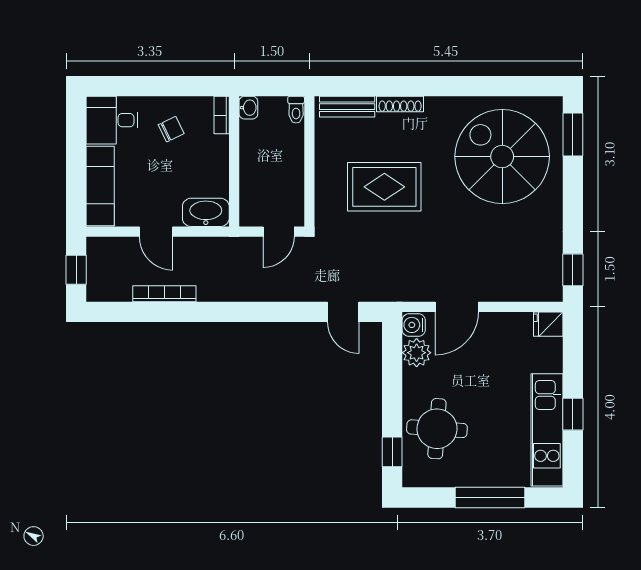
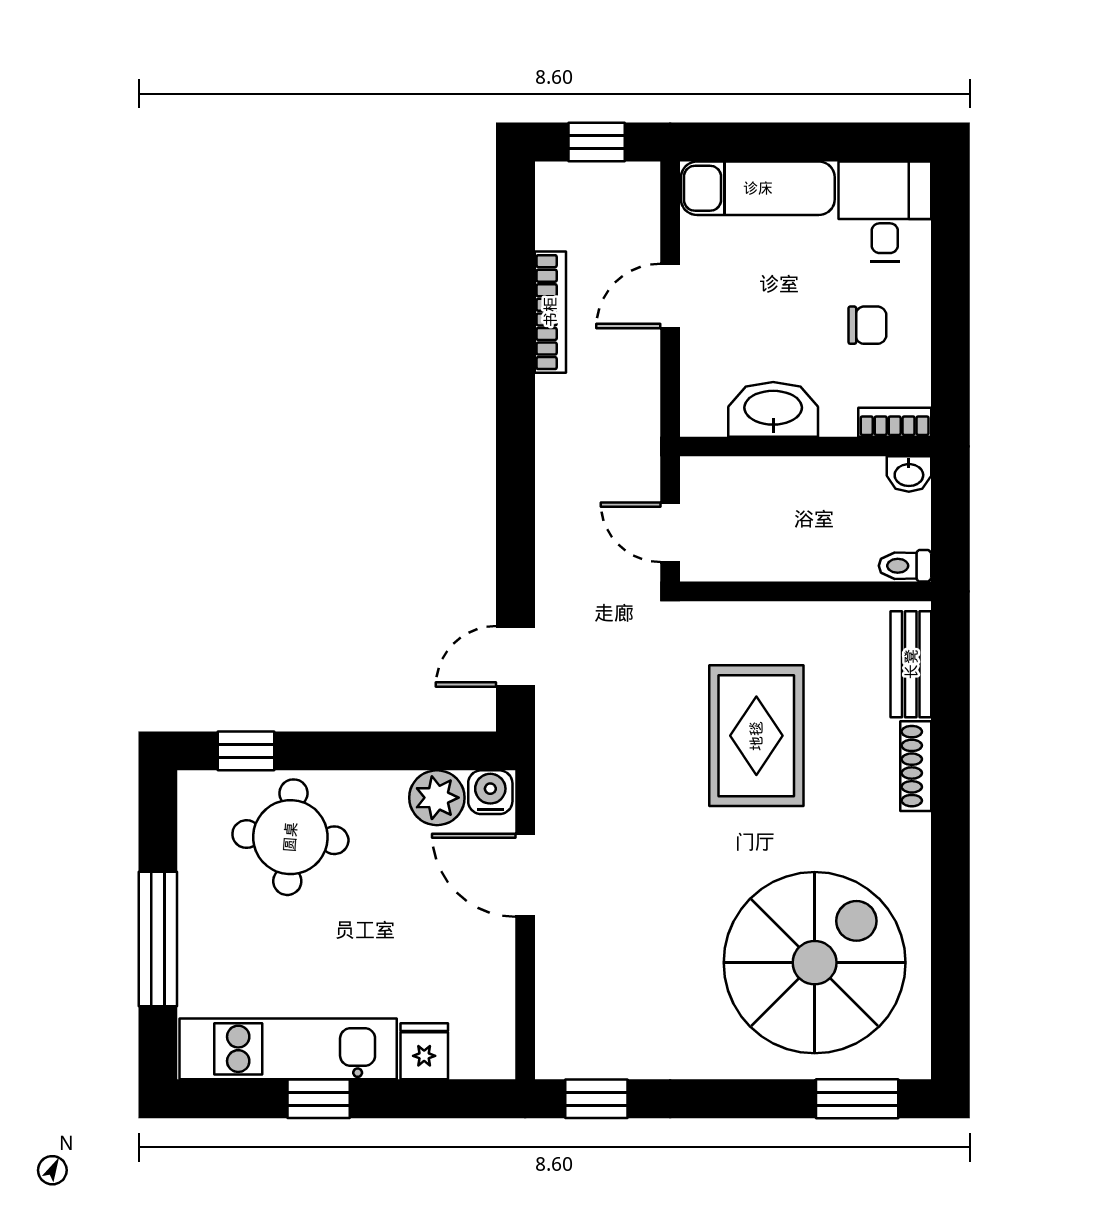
chair: (171, 129) -> (867, 325), turned -64
washbasin: (206, 212) -> (773, 409), moved, turned -90
fridge: (548, 324) -> (424, 1051), moved

